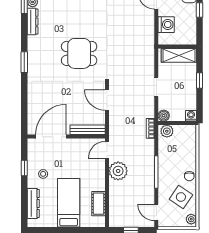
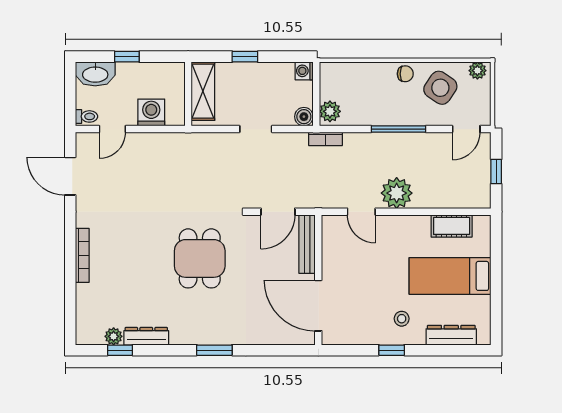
bench: (88, 130) -> (307, 244), moved
door: (51, 137) -> (318, 306), moved
wall: (66, 137) -> (318, 280), moved

